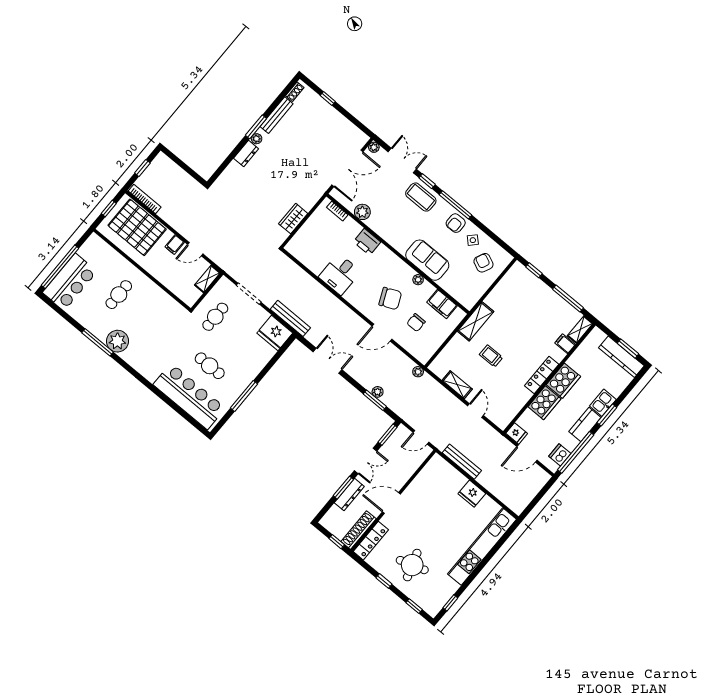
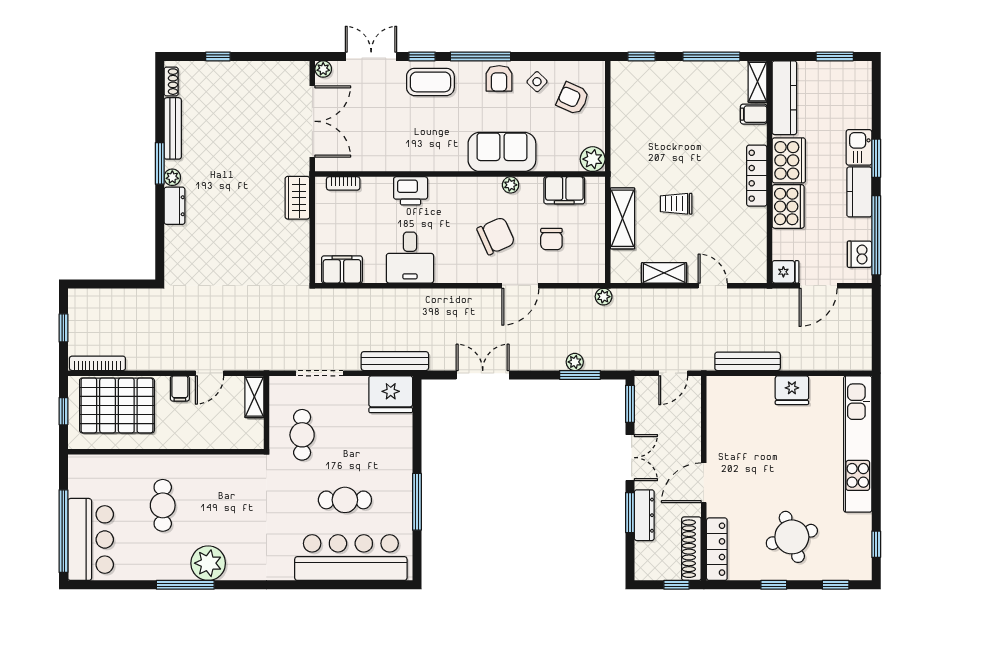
plant: (362, 212) -> (593, 159), moved
wardrobe: (293, 219) -> (297, 198), moved
filing cabinet: (302, 252) -> (342, 269), added
shelving: (476, 321) -> (622, 218), moved
kitchen counter: (621, 357) -> (784, 98), moved, turned -90

